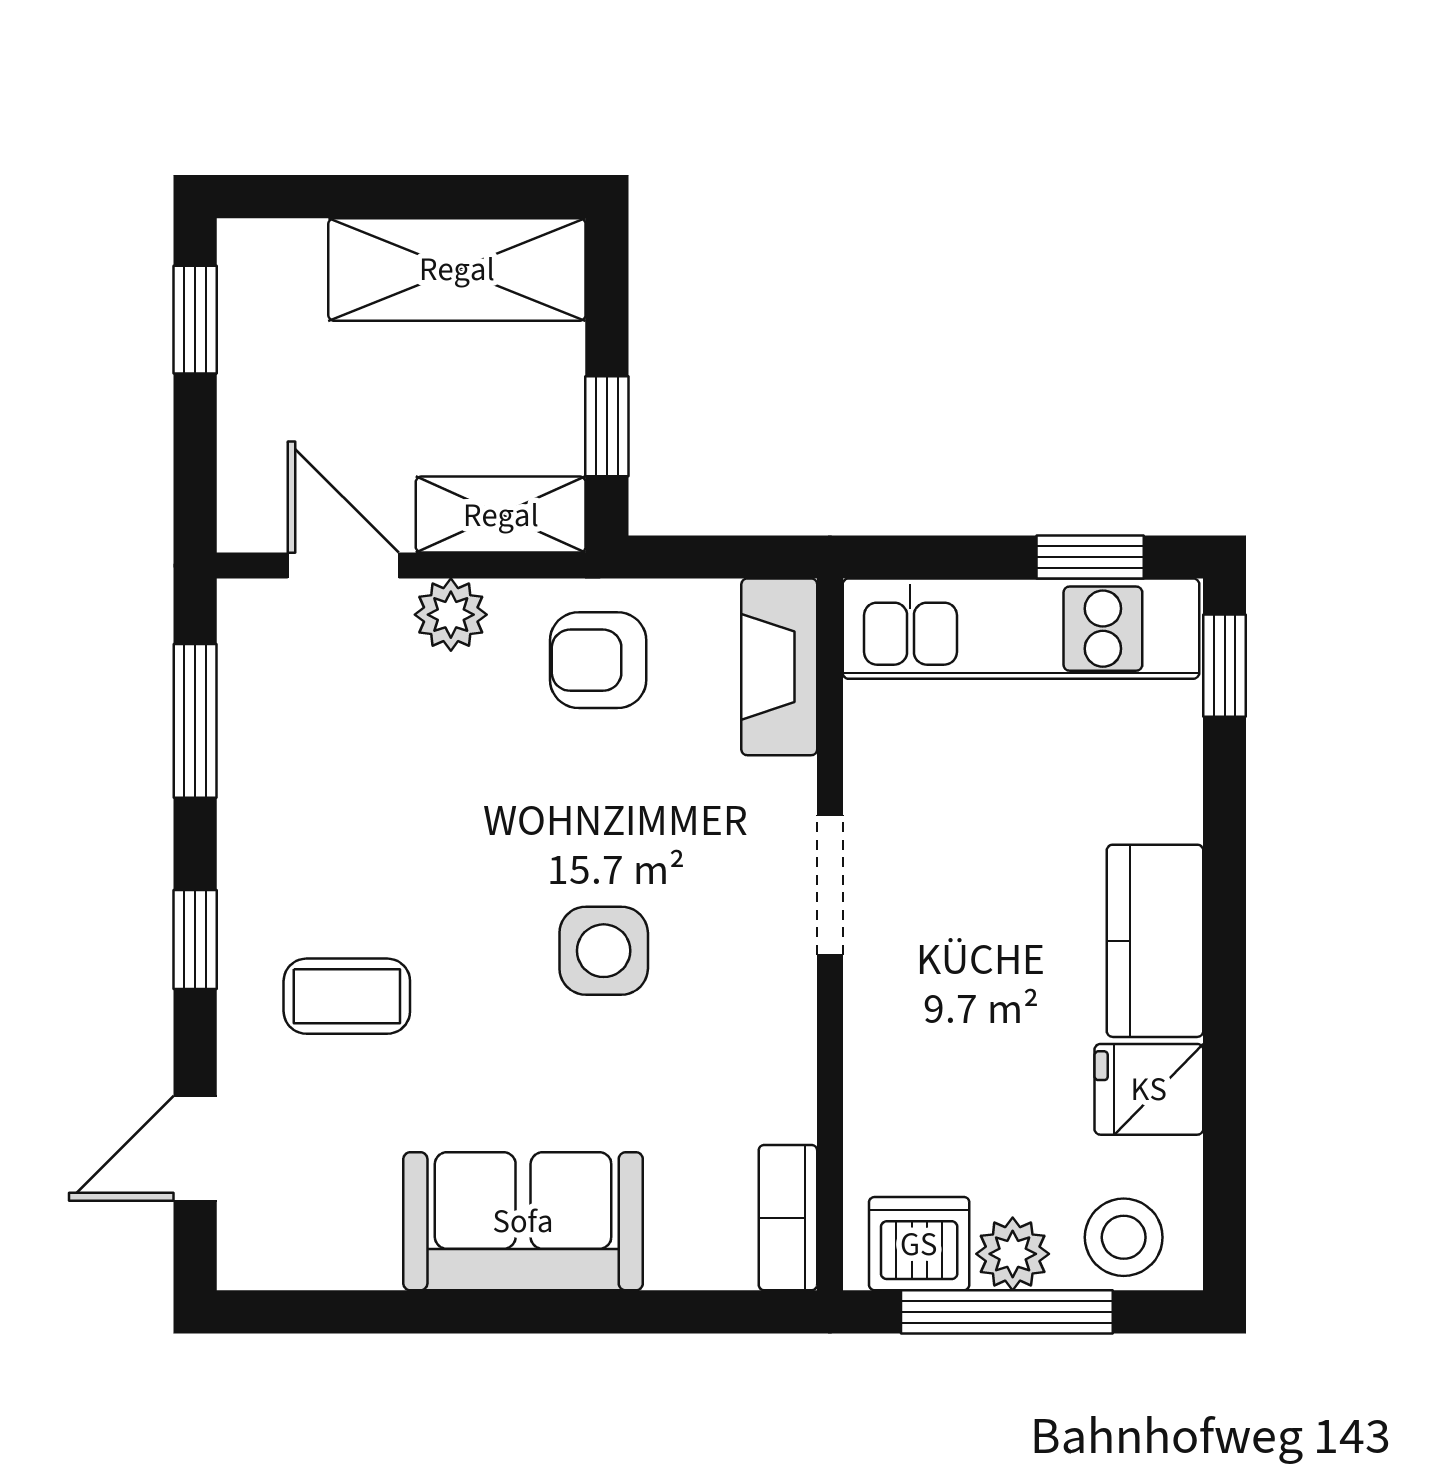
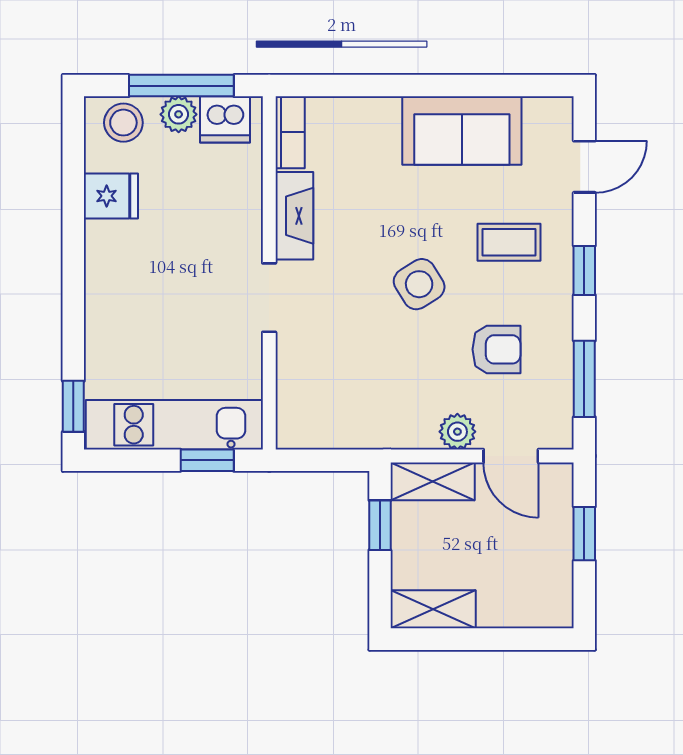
shelving: (457, 269) -> (433, 609), width x0.67, depth x0.75
window: (195, 320) -> (584, 534), moved
window: (1090, 557) -> (207, 460), moved
armchair: (598, 660) -> (496, 349), moved
fireplace: (779, 667) -> (294, 216), moved
kitchen counter: (1155, 941) -> (108, 270), removed
side table: (604, 951) -> (419, 284), moved, turned -32
sofa: (523, 1221) -> (462, 131), moved

